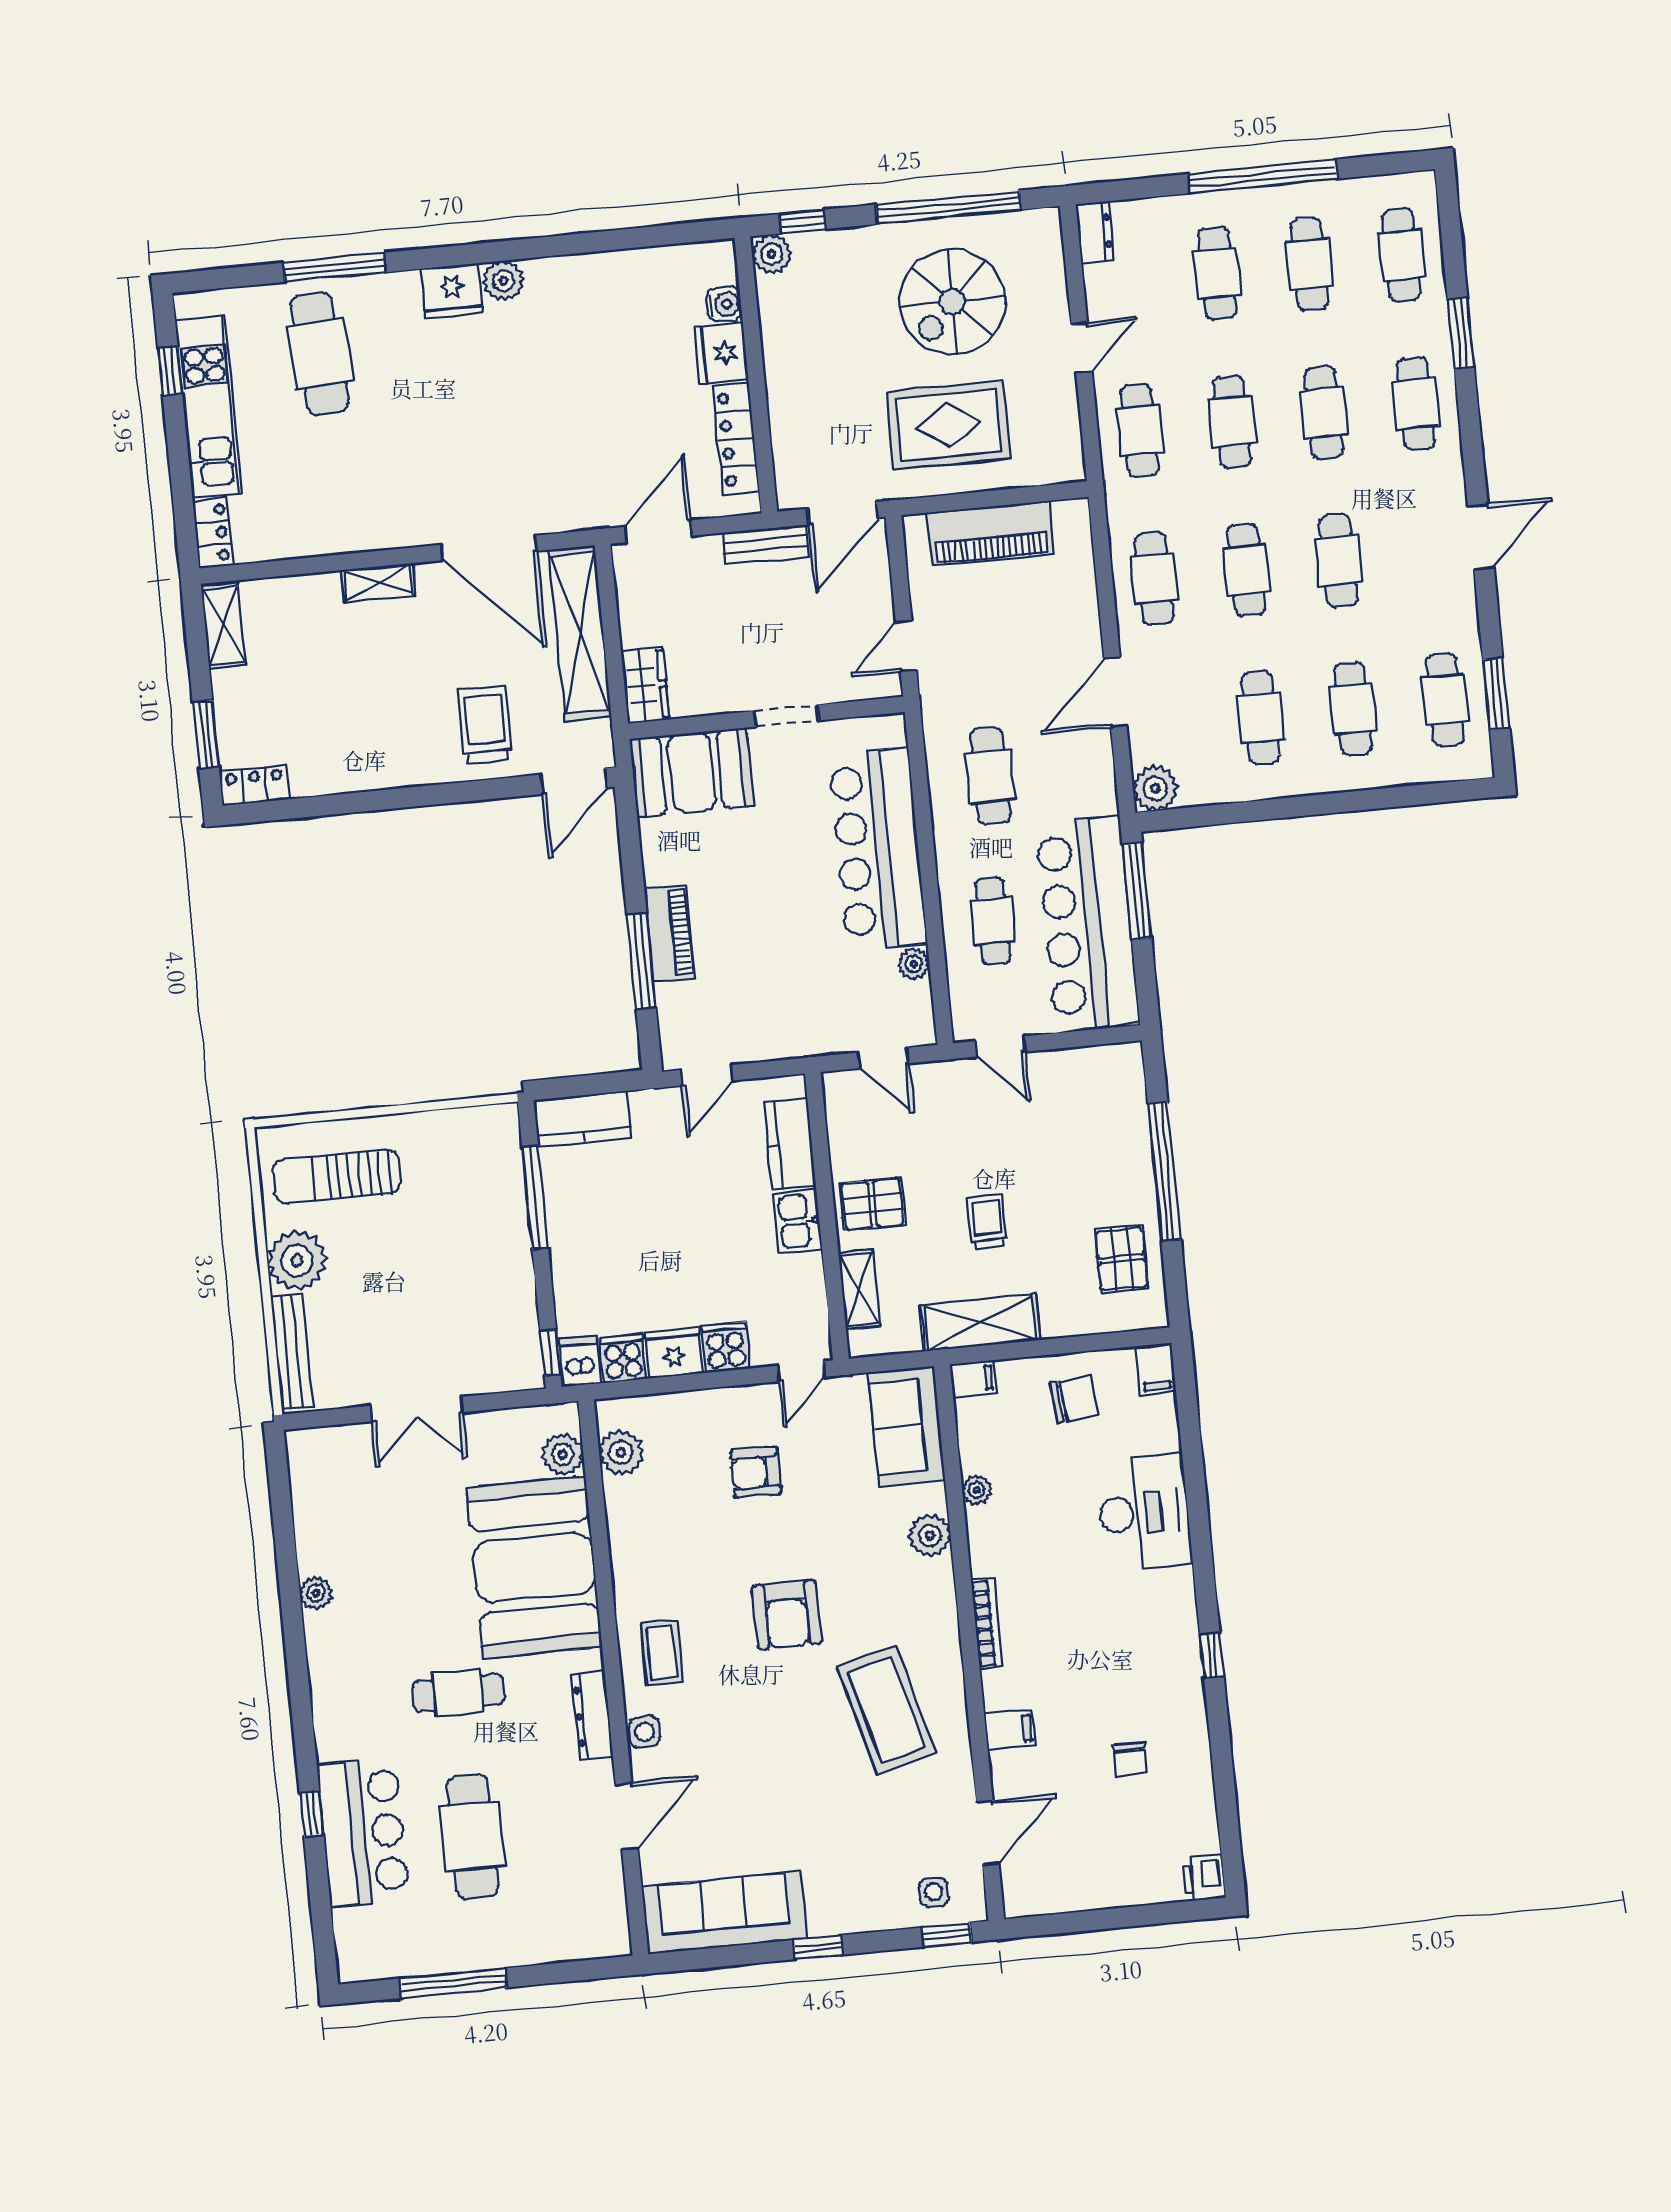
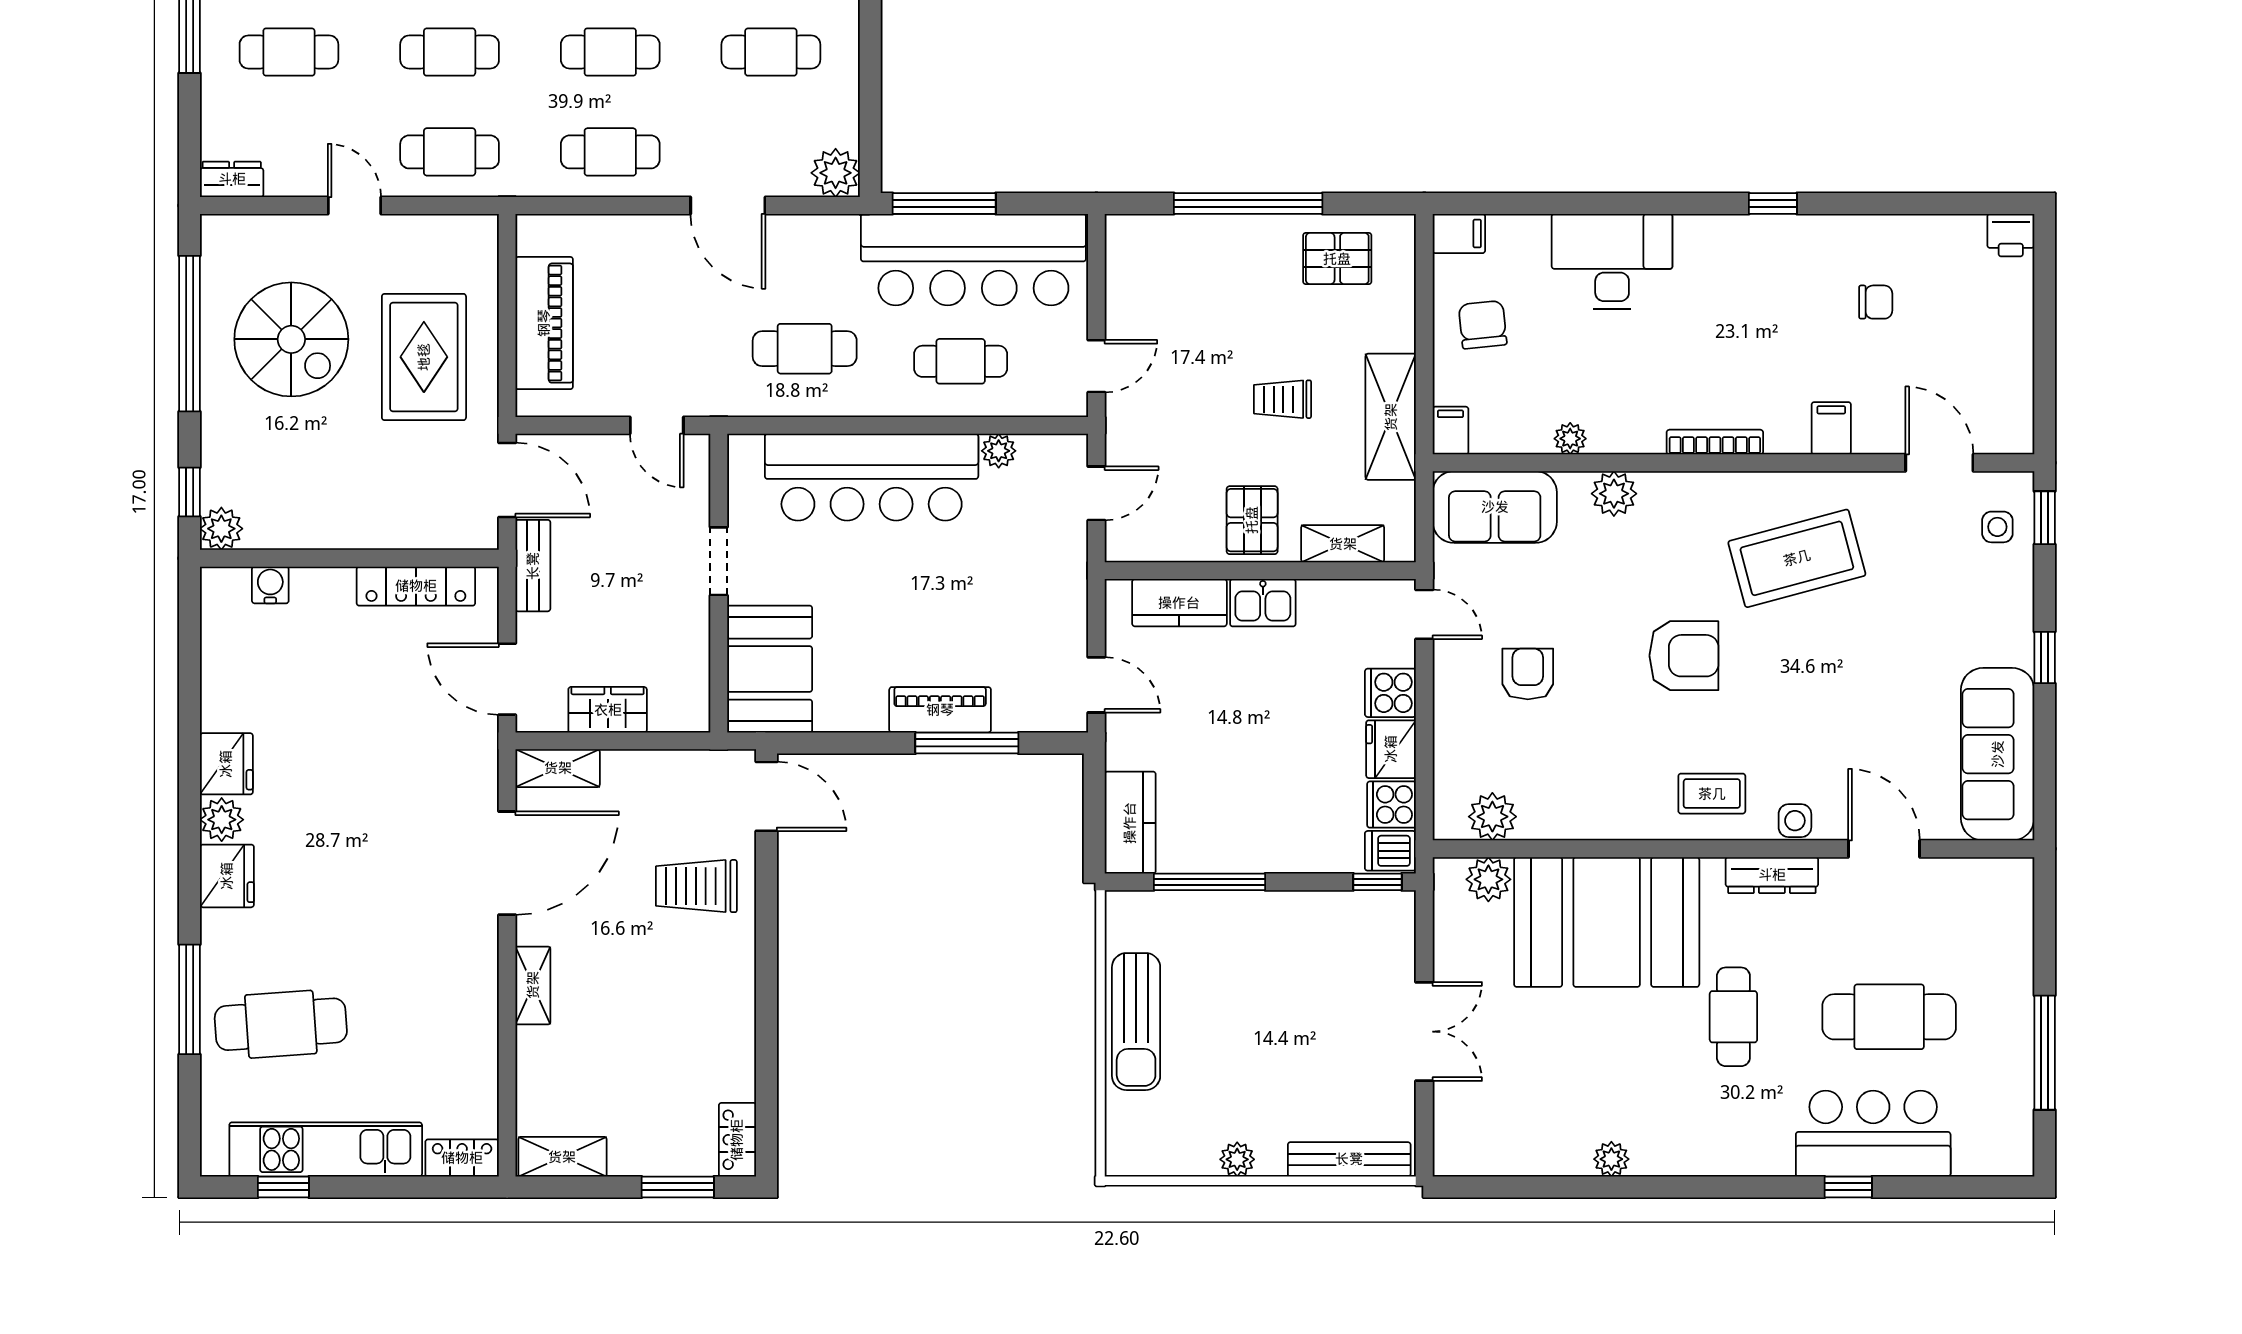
fridge: (721, 353) -> (226, 764), moved, turned -90
shelving: (580, 633) -> (558, 768), width x0.45, depth x0.75
wardrobe: (645, 685) -> (608, 710), moved
sun lounger: (337, 1176) -> (1136, 1022), moved
plant: (297, 1261) -> (1237, 1159), width x0.53, depth x0.53
armchair: (756, 1472) -> (1528, 674), turned 180

